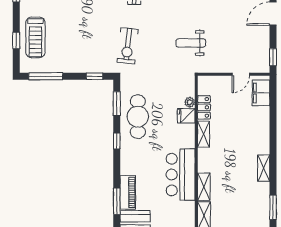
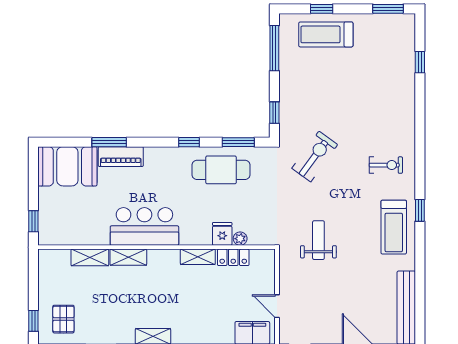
exercise bike: (128, 46) -> (315, 156), turned 120

